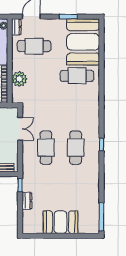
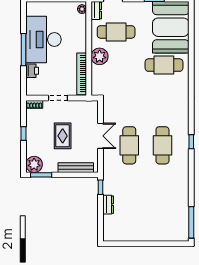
plant: (19, 79) -> (100, 56), moved
double door: (20, 129) -> (100, 136), moved
booth: (61, 222) -> (146, 228), removed

